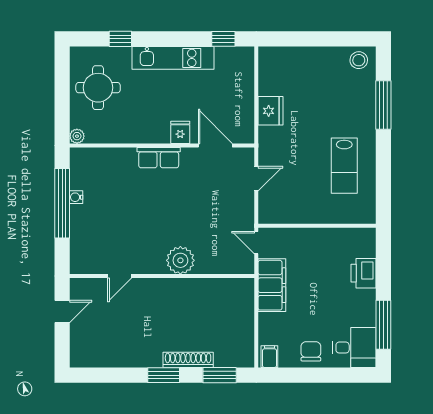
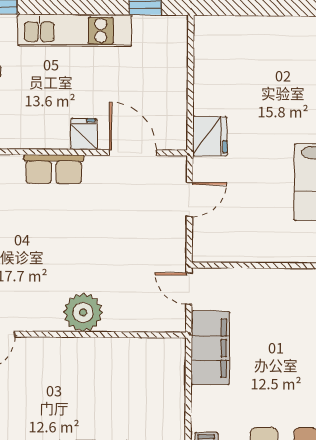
fridge: (271, 111) -> (210, 136), moved

